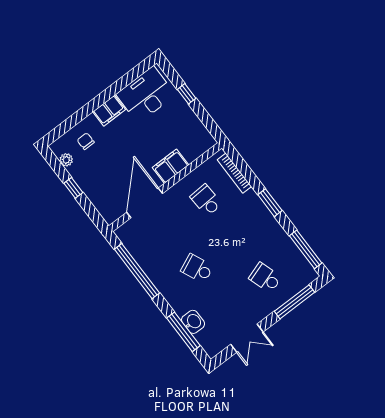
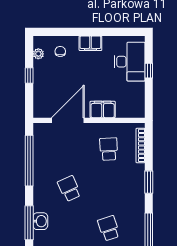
desk: (146, 95) -> (130, 62), moved, turned 90

